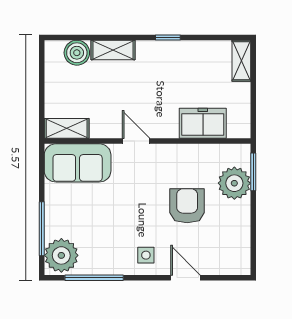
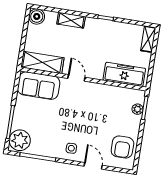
boiler: (77, 53) -> (37, 16), moved
freezer: (203, 123) -> (124, 74), width x1.40
shelving: (67, 128) -> (42, 63), width x1.50, depth x1.33
plant: (234, 183) -> (137, 109), width x0.53, depth x0.53
armchair: (187, 206) -> (122, 147), moved, turned 180

